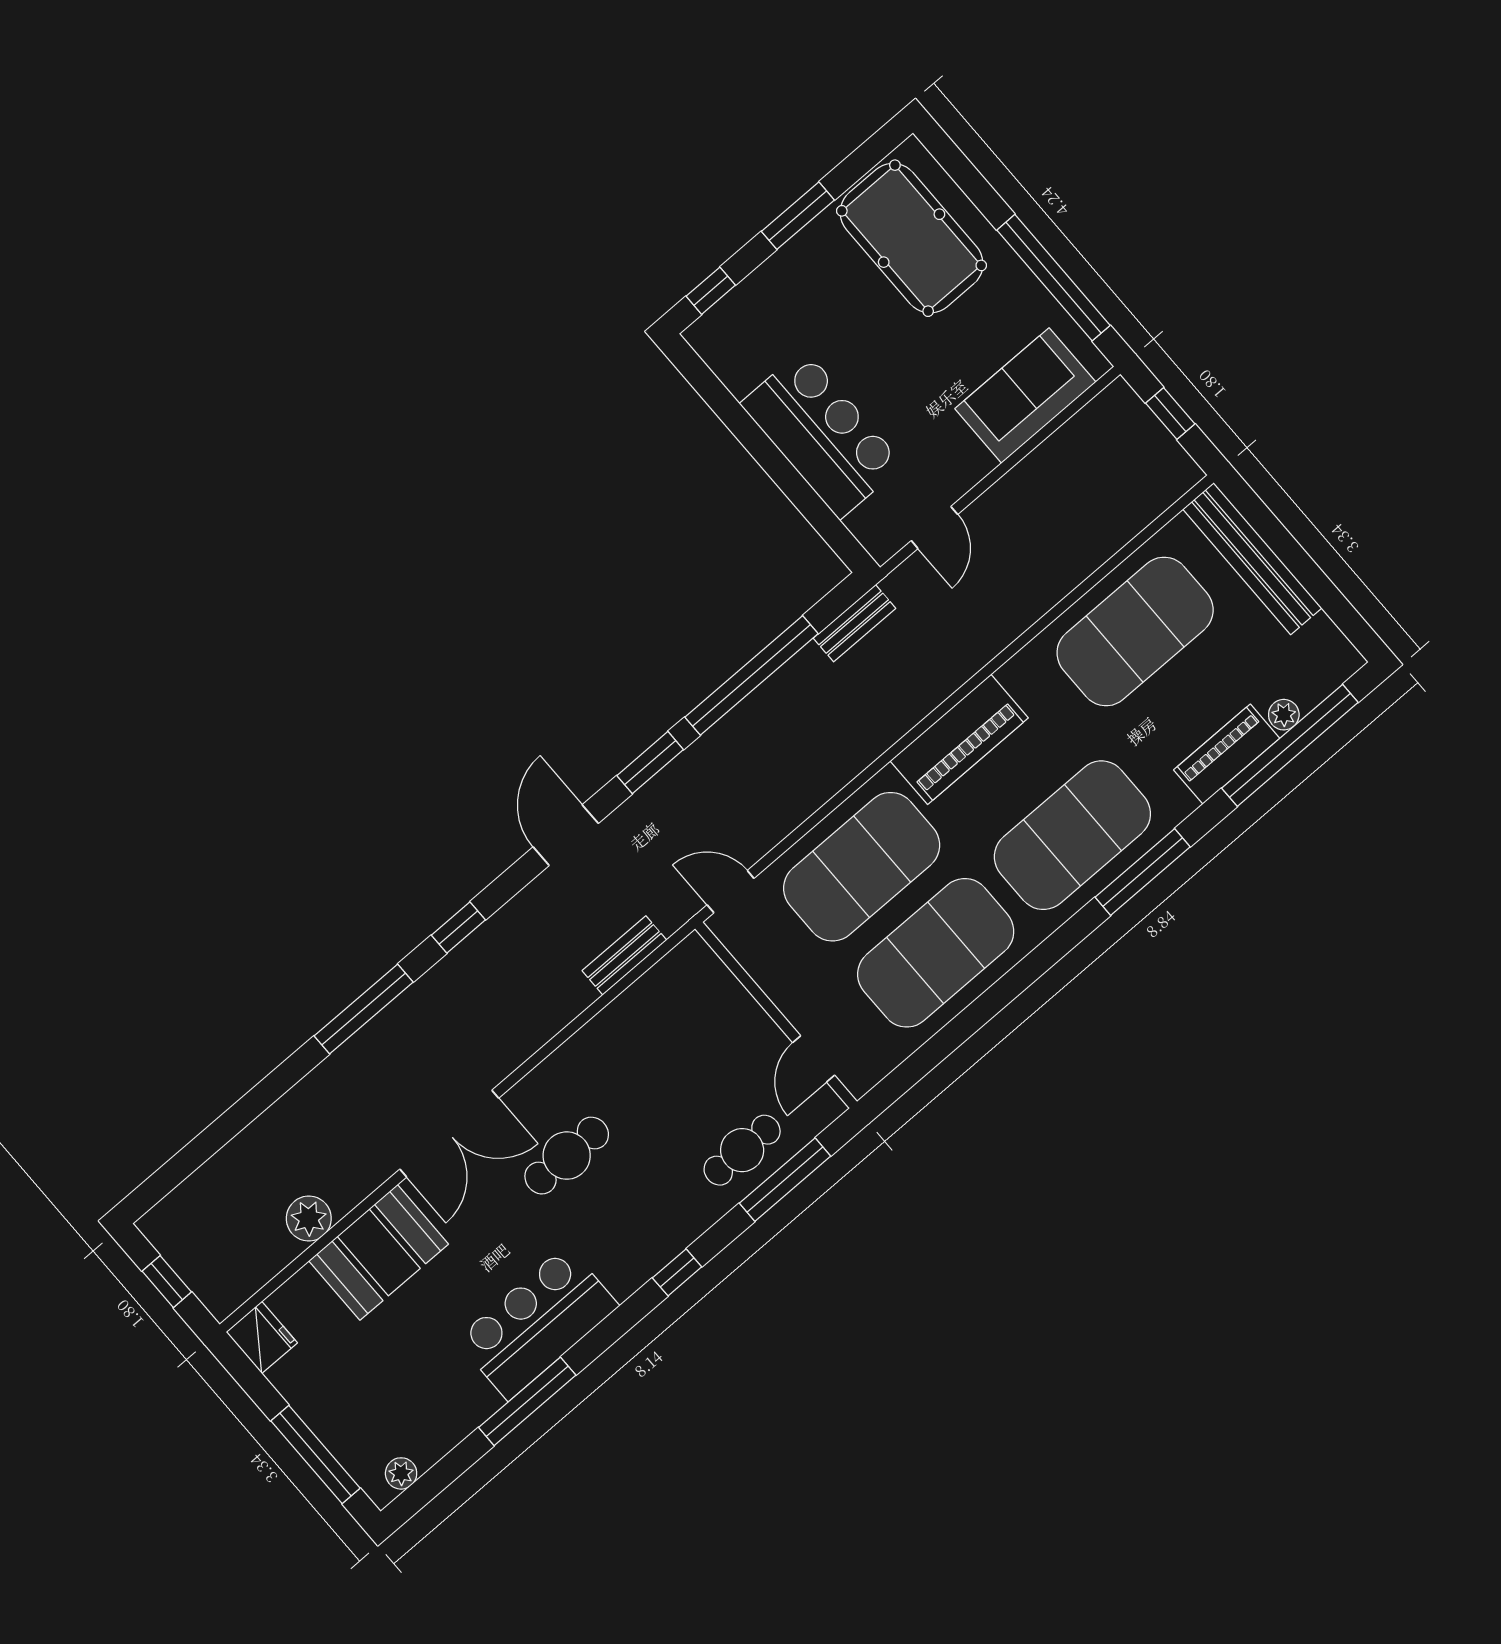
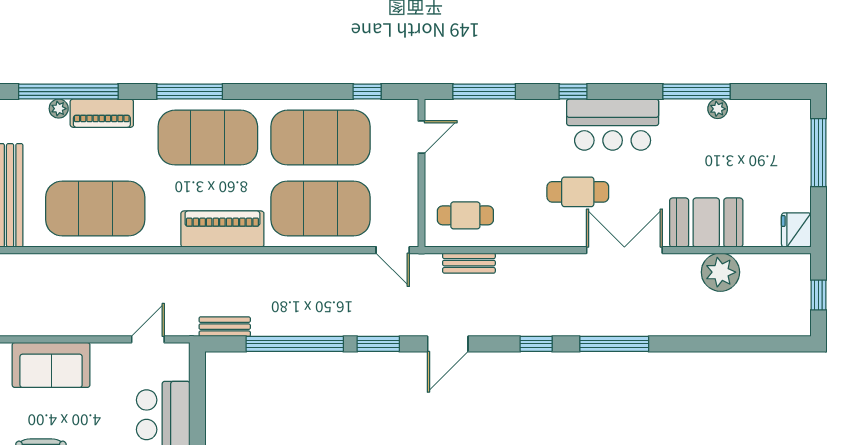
window: (927, 1057) -> (367, 92), added
cafe table: (742, 1150) -> (465, 215), moved
plant: (309, 1219) -> (720, 272), width x1.36, depth x1.36
bar counter: (537, 1323) -> (613, 125), moved
plant: (401, 1473) -> (718, 109), moved

